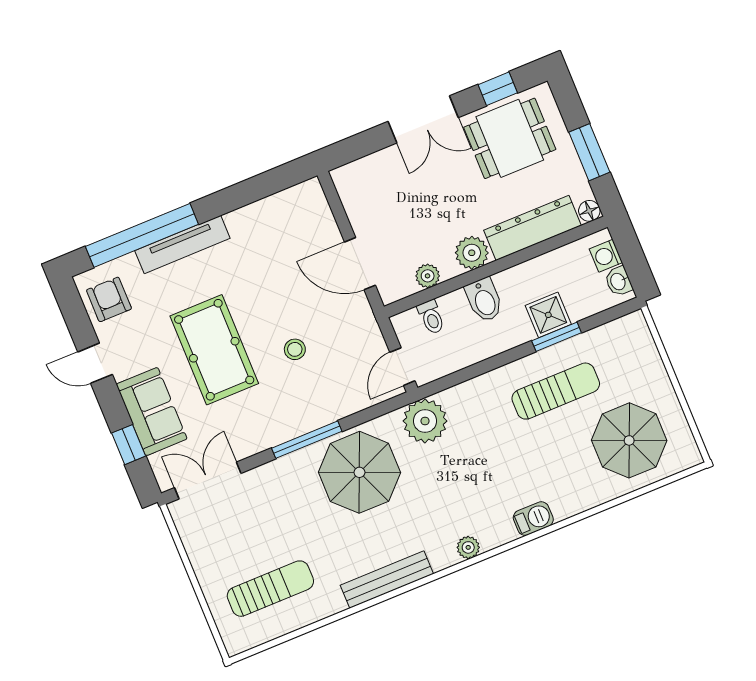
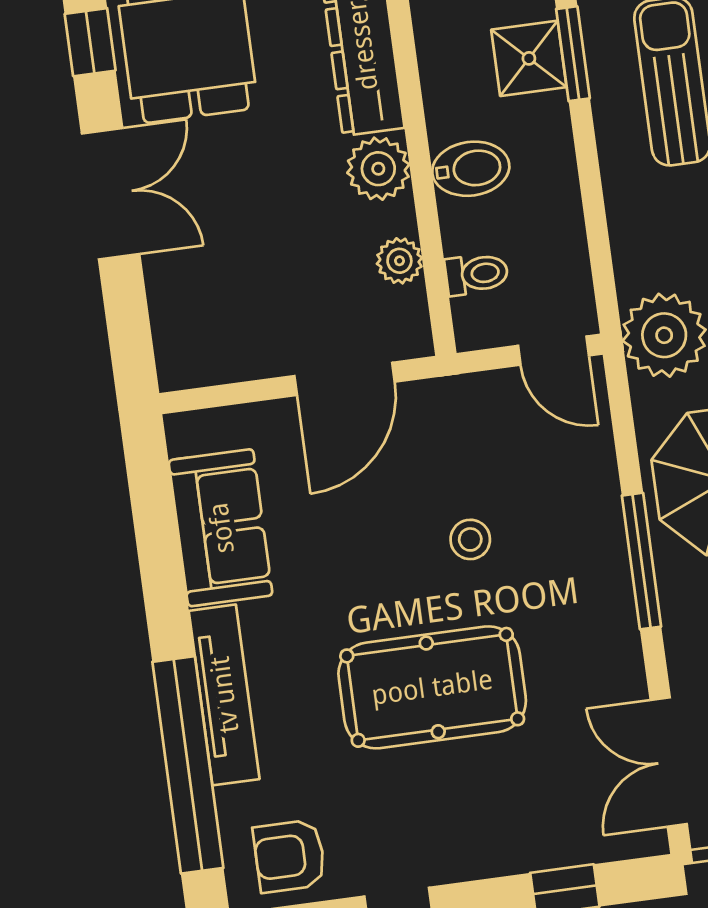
sofa: (152, 412) -> (221, 528), moved, turned 90

